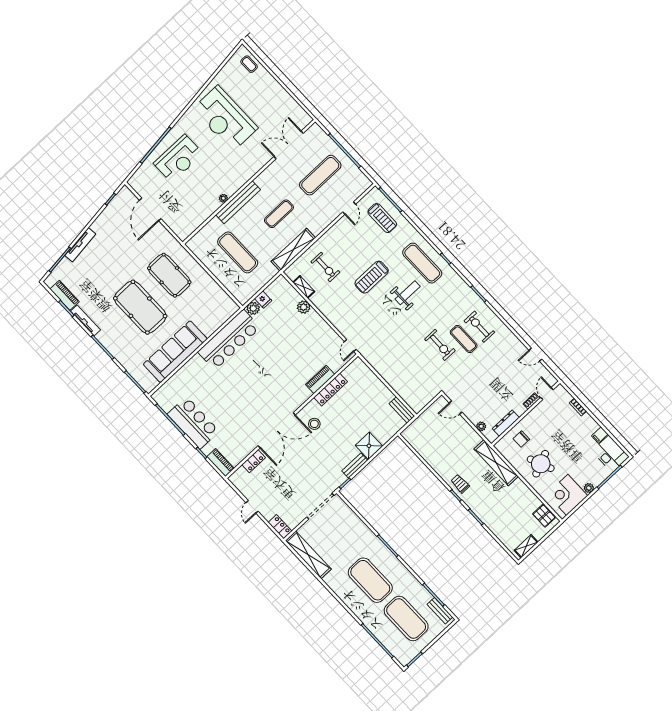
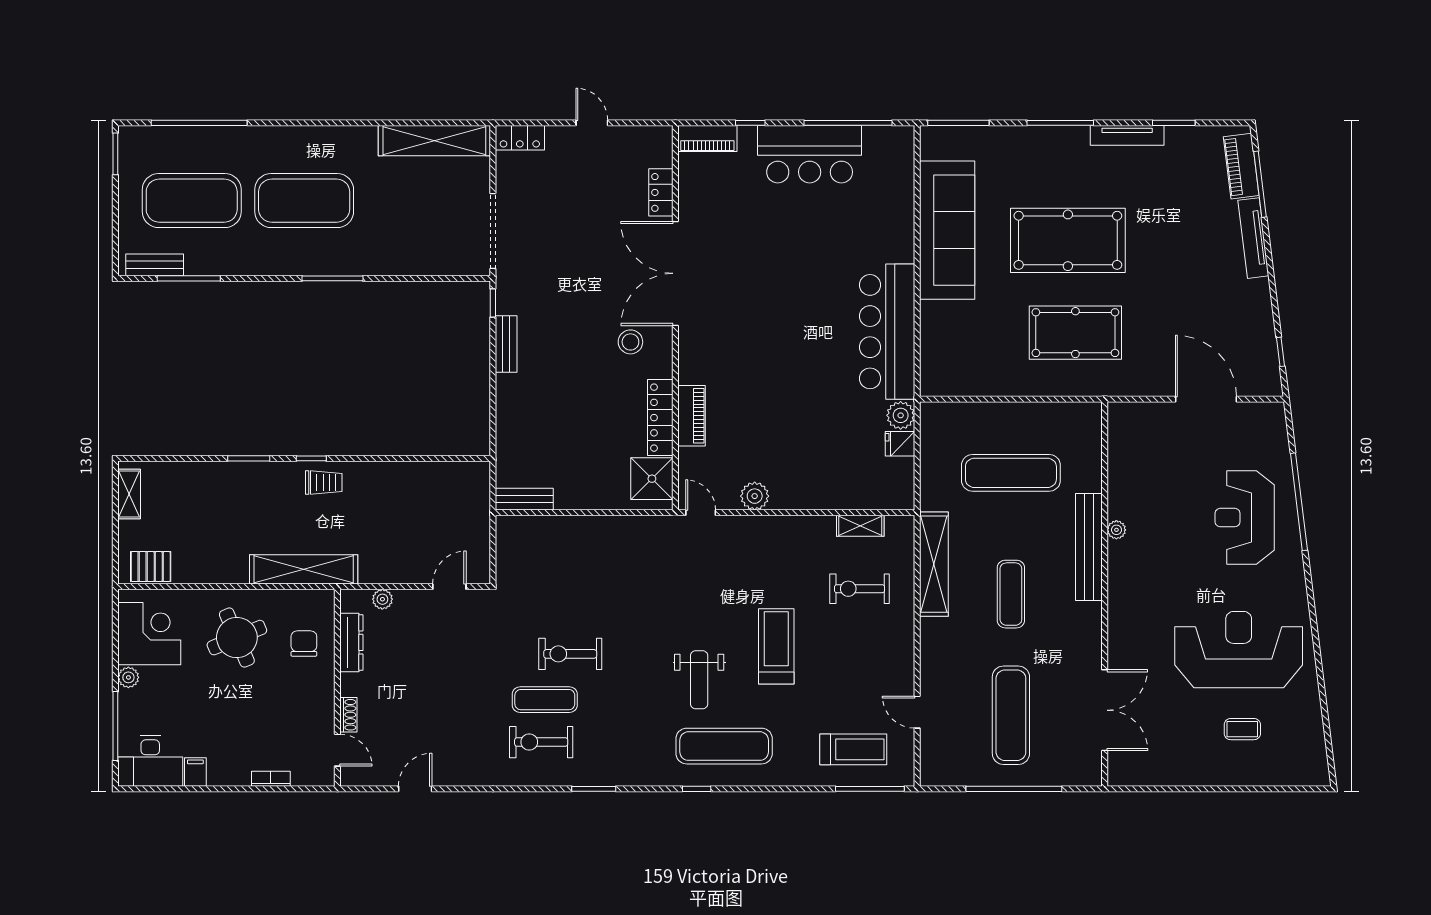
coffee table: (249, 64) -> (1242, 729), moved
treadmill: (382, 218) -> (853, 749), turned 180
piano: (65, 295) -> (1241, 166), moved, turned 83
plant: (304, 307) -> (755, 496), moved
exercise bike: (479, 327) -> (541, 742), turned 180
shower: (369, 446) -> (652, 479), moved

